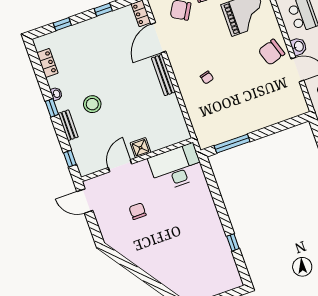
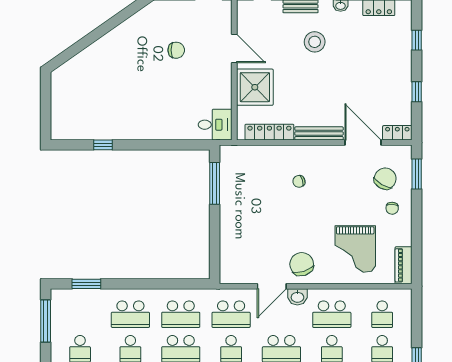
locker: (176, 115) -> (269, 132), added
shower: (140, 148) -> (255, 87), width x1.86, depth x1.86
desk: (176, 167) -> (215, 125), width x0.53, depth x0.77

